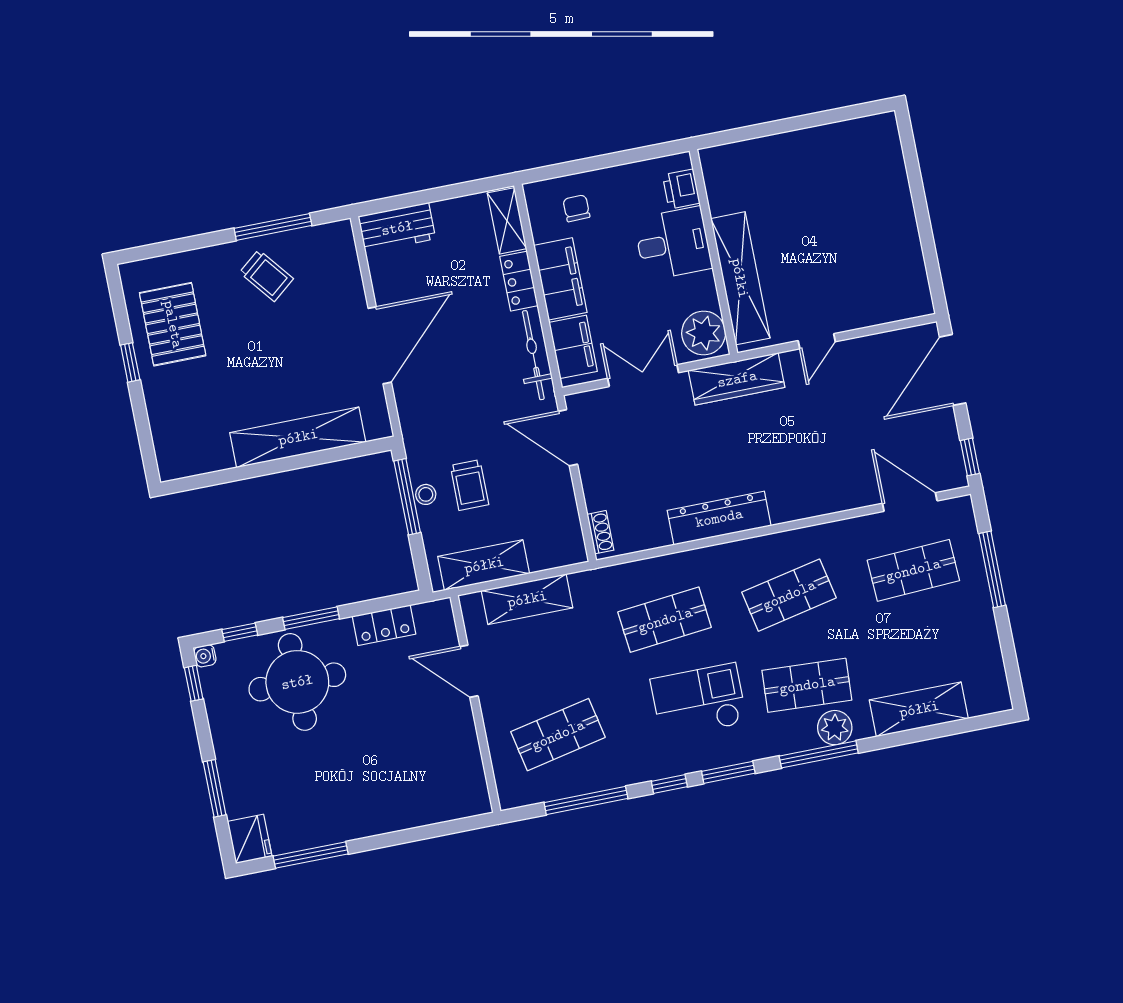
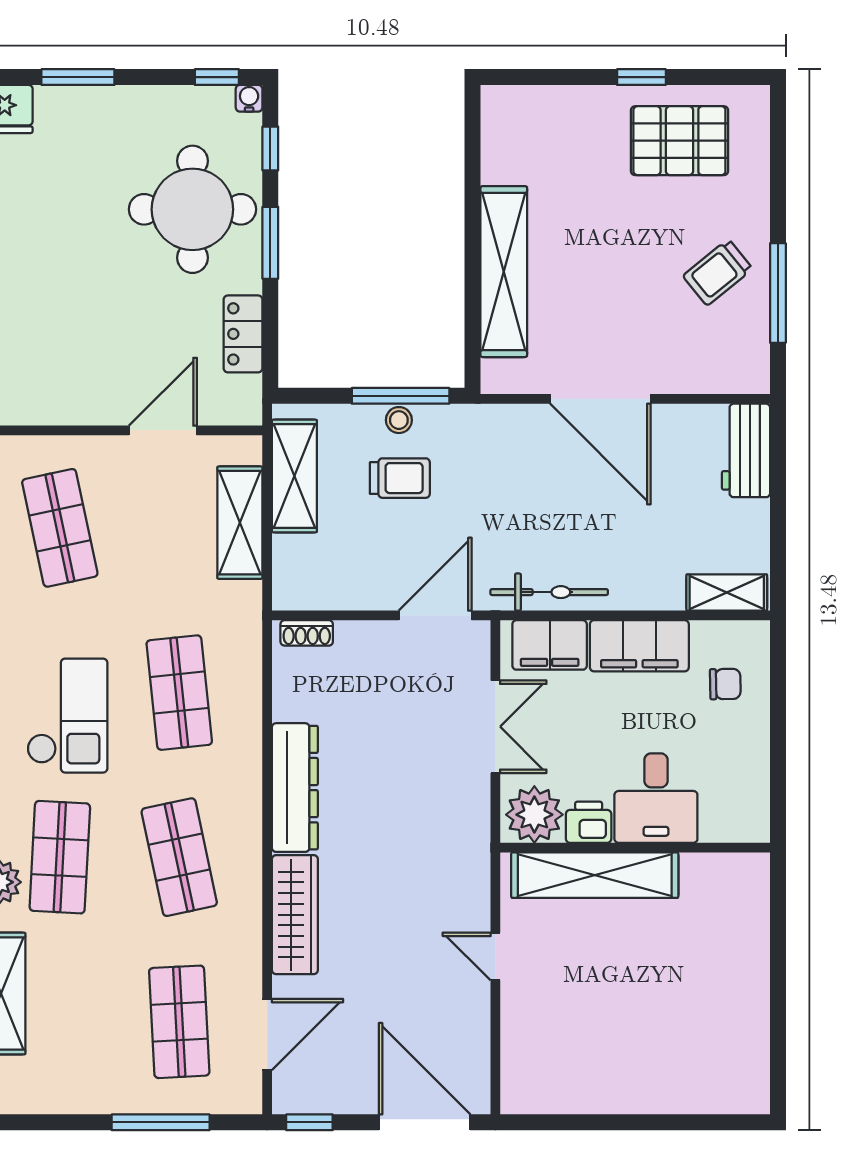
printer: (681, 189) -> (589, 822), moved
locker: (519, 281) -> (647, 592), removed
wardrobe: (737, 379) -> (295, 915), moved, turned 180
trolley: (469, 485) -> (400, 478), turned 180

